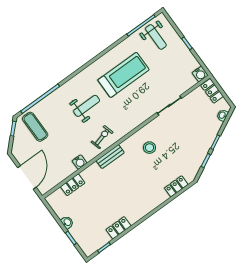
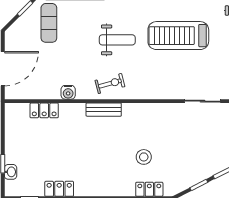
treadmill: (124, 75) -> (178, 36), turned 180
stool: (149, 148) -> (144, 157), moved
washbasin: (67, 222) -> (11, 172), moved

